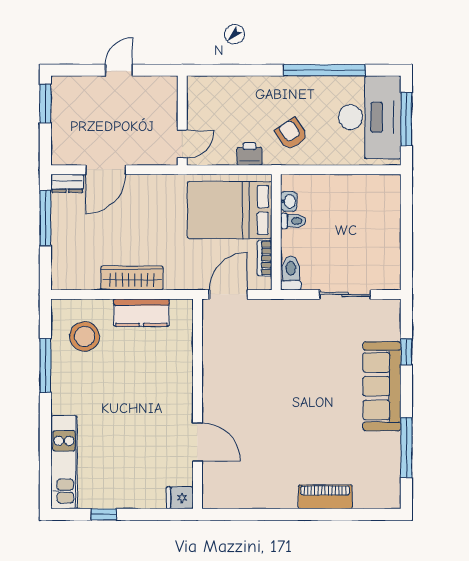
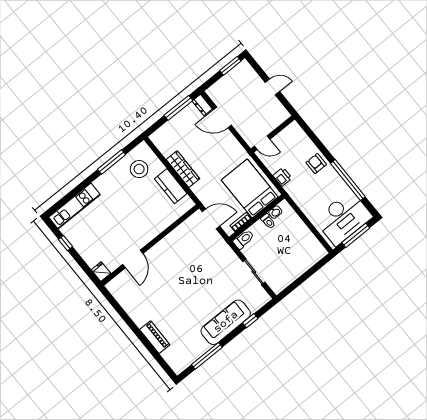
armchair: (291, 134) -> (316, 164), moved, turned -56

